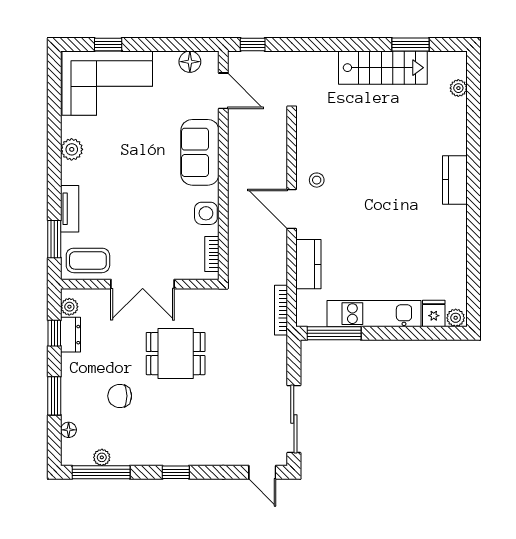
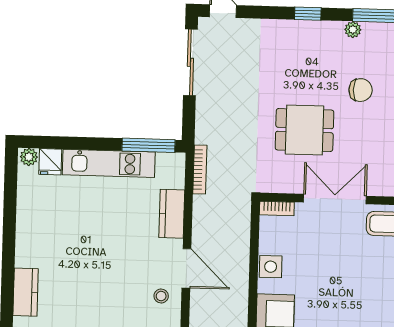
bookcase: (212, 254) -> (277, 208), moved, turned 90
plant: (102, 457) -> (353, 30), moved

